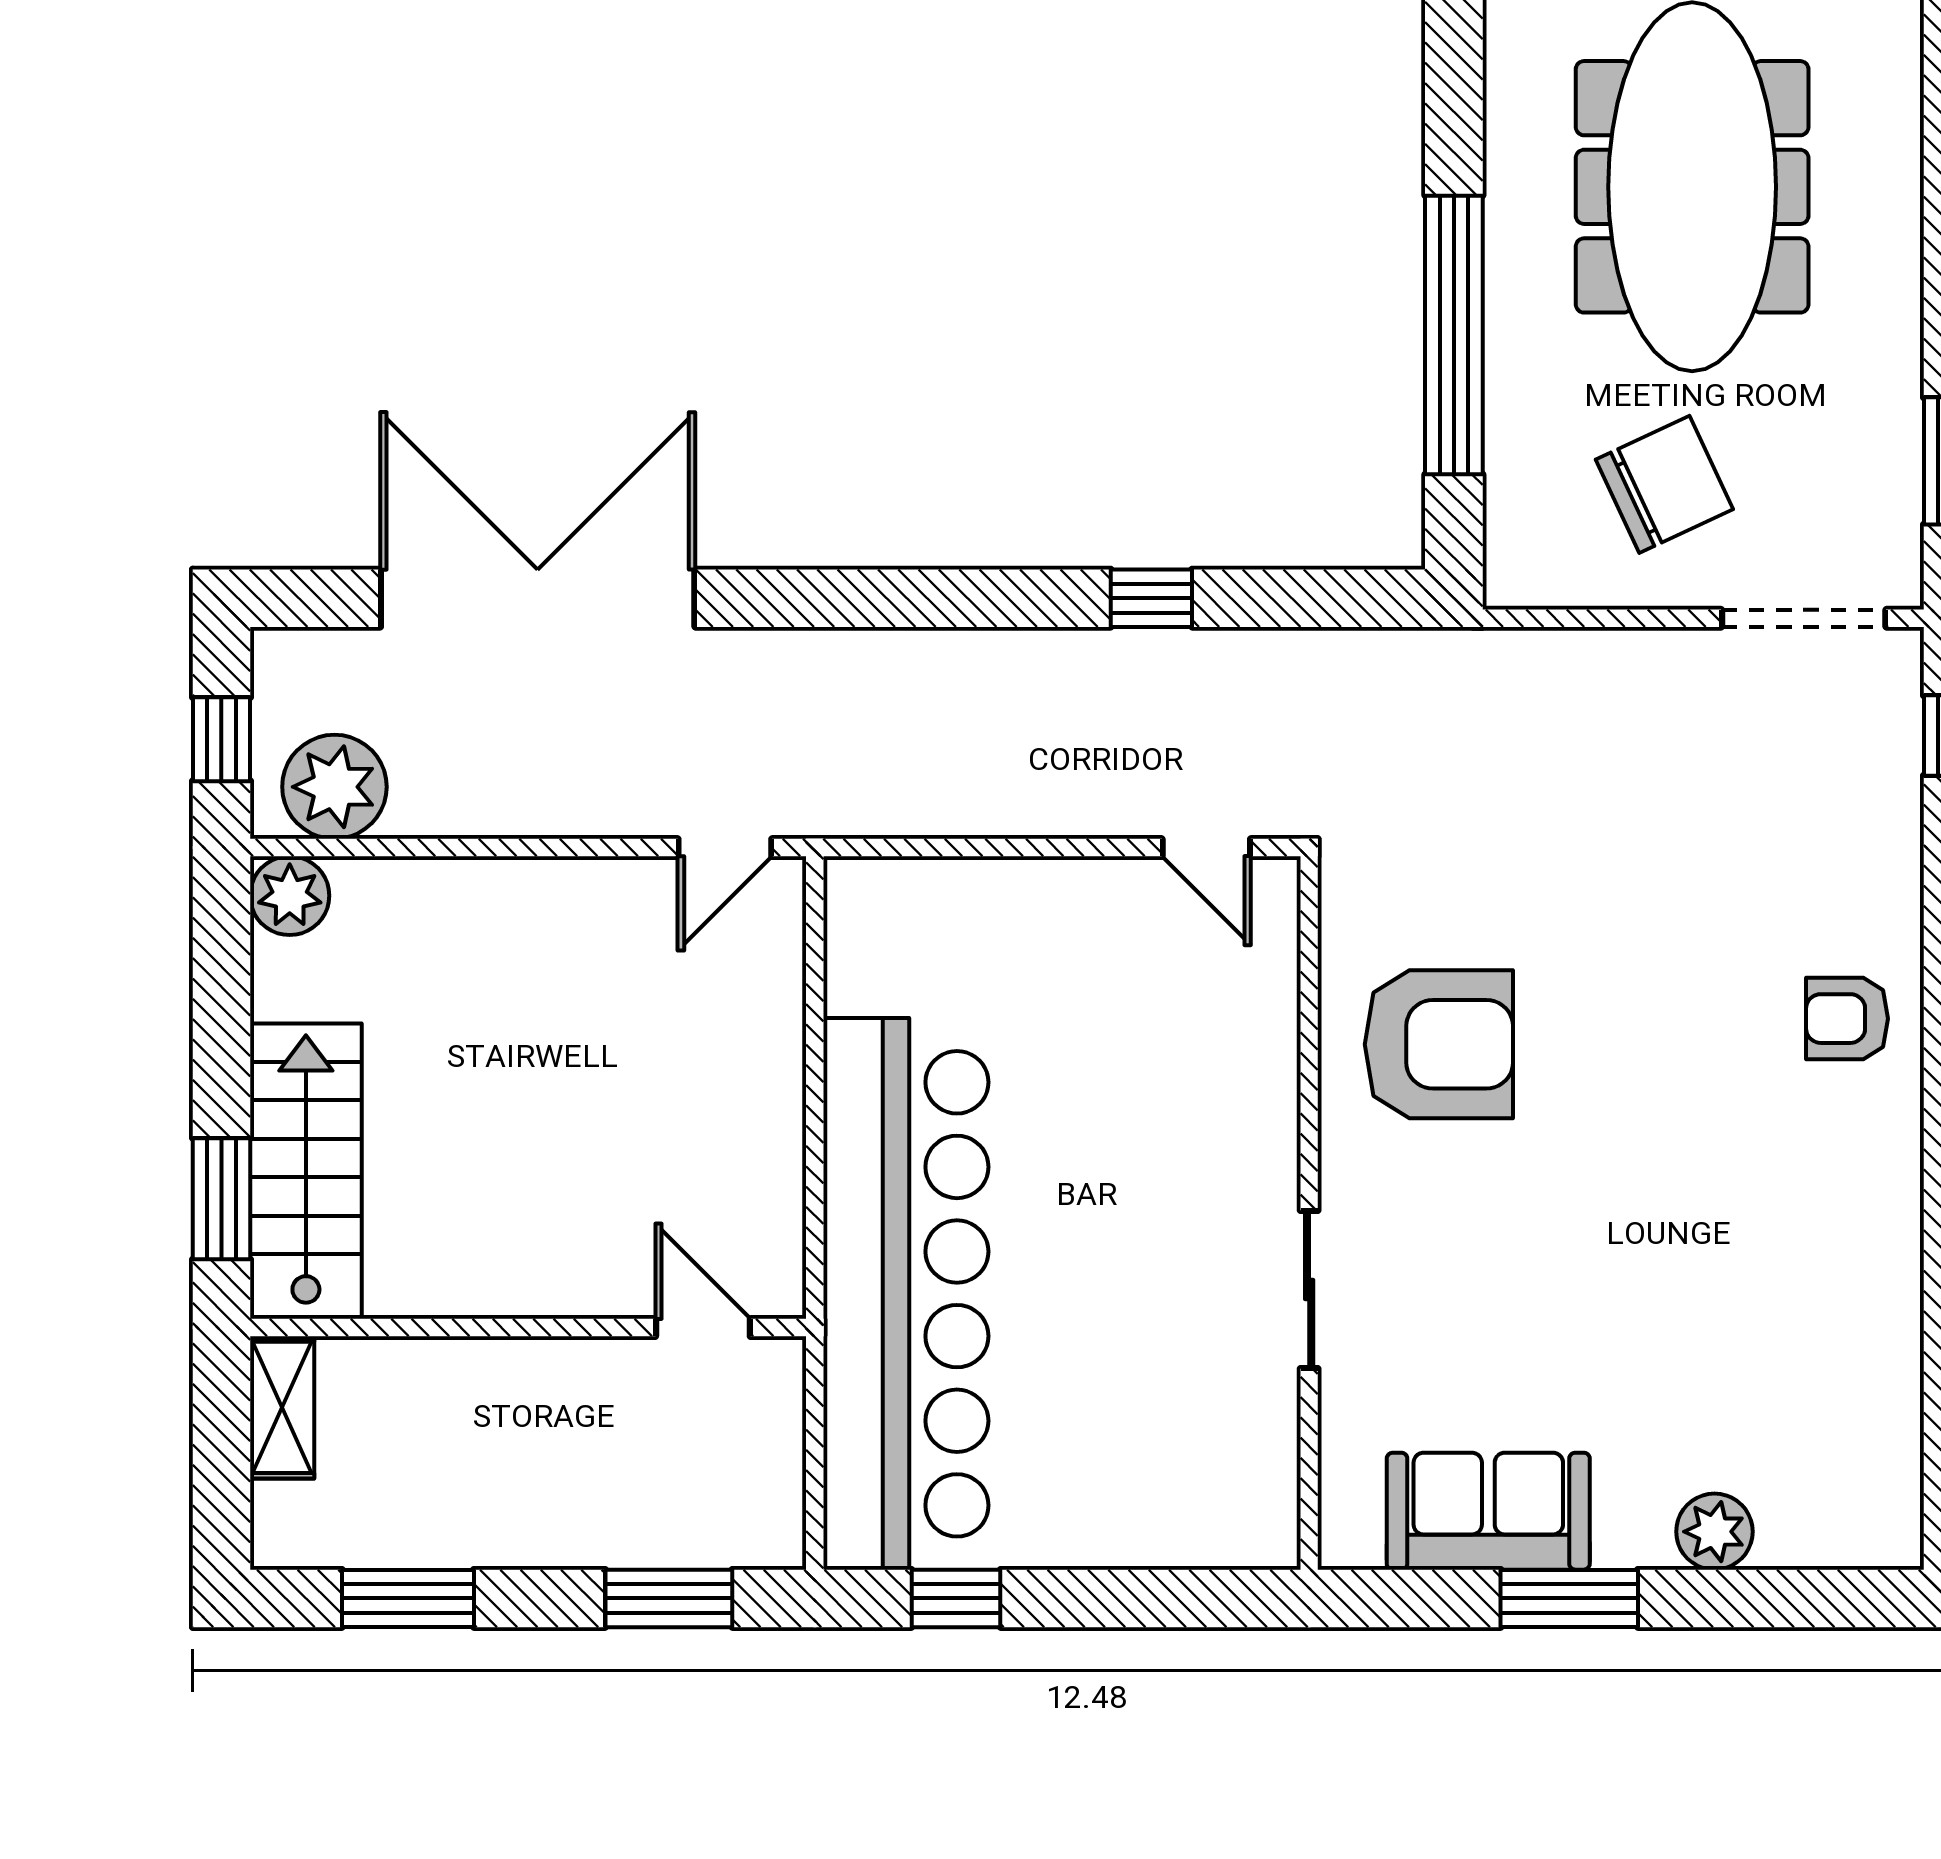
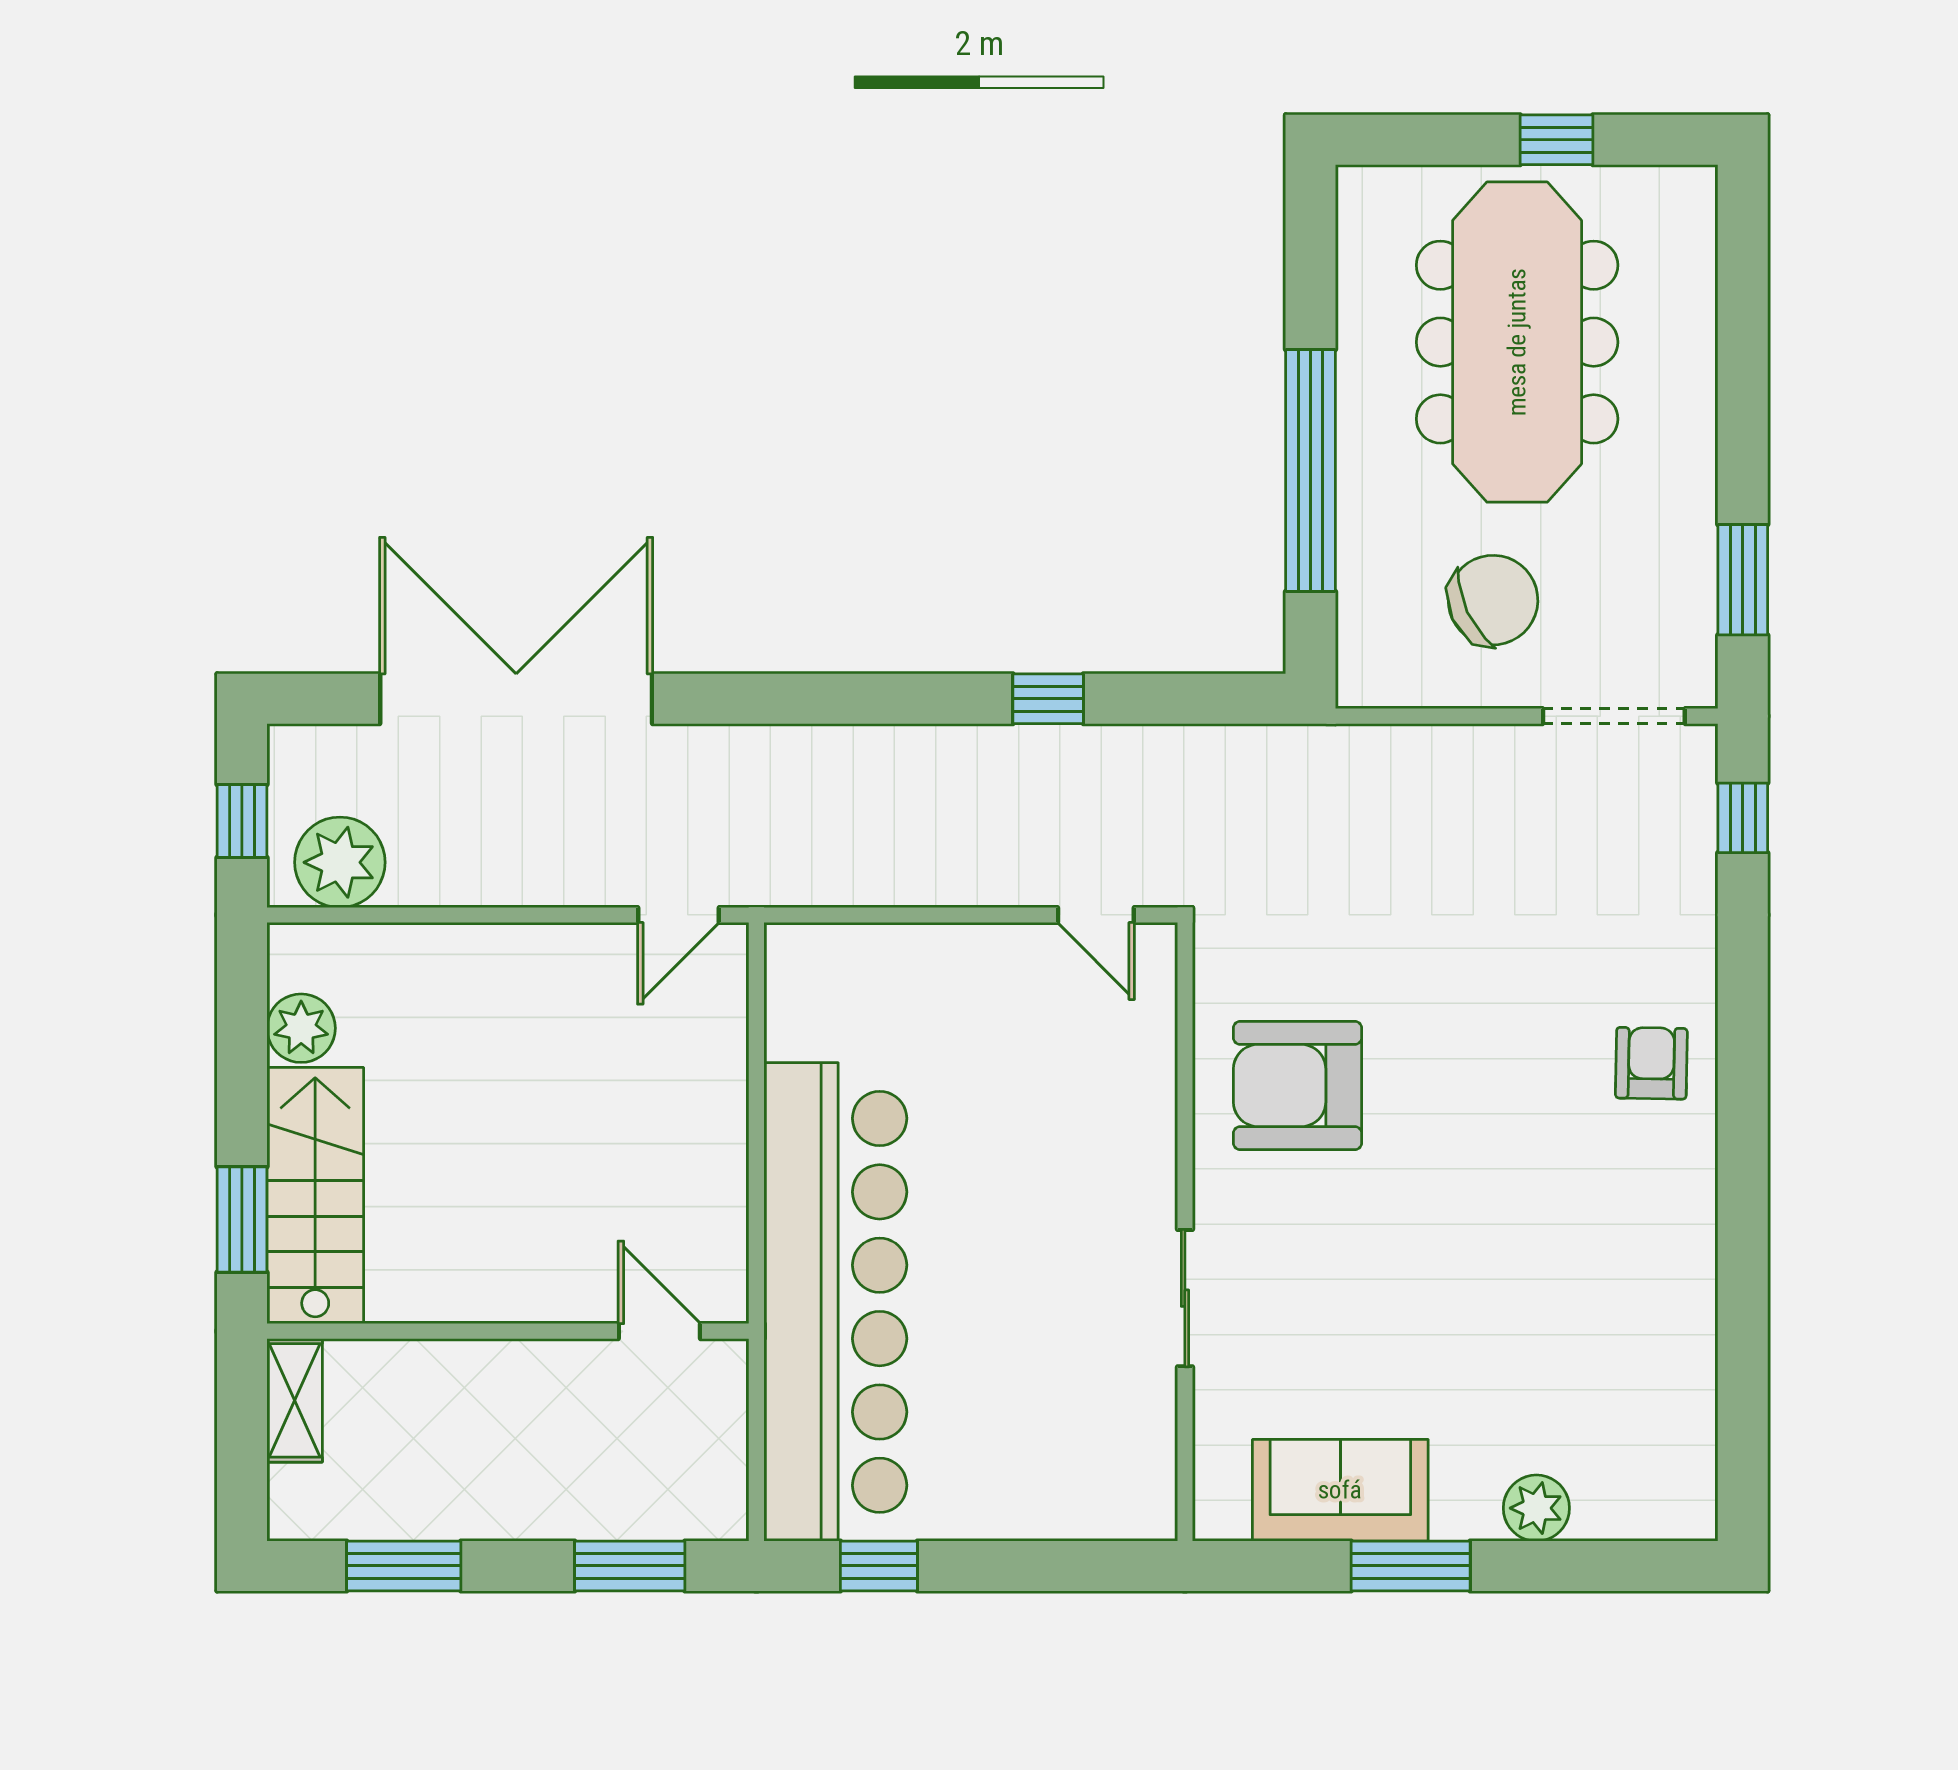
plant: (290, 896) -> (301, 1028), moved
armchair: (1847, 1019) -> (1651, 1063), turned 91
armchair: (1439, 1044) -> (1298, 1086), turned 180

